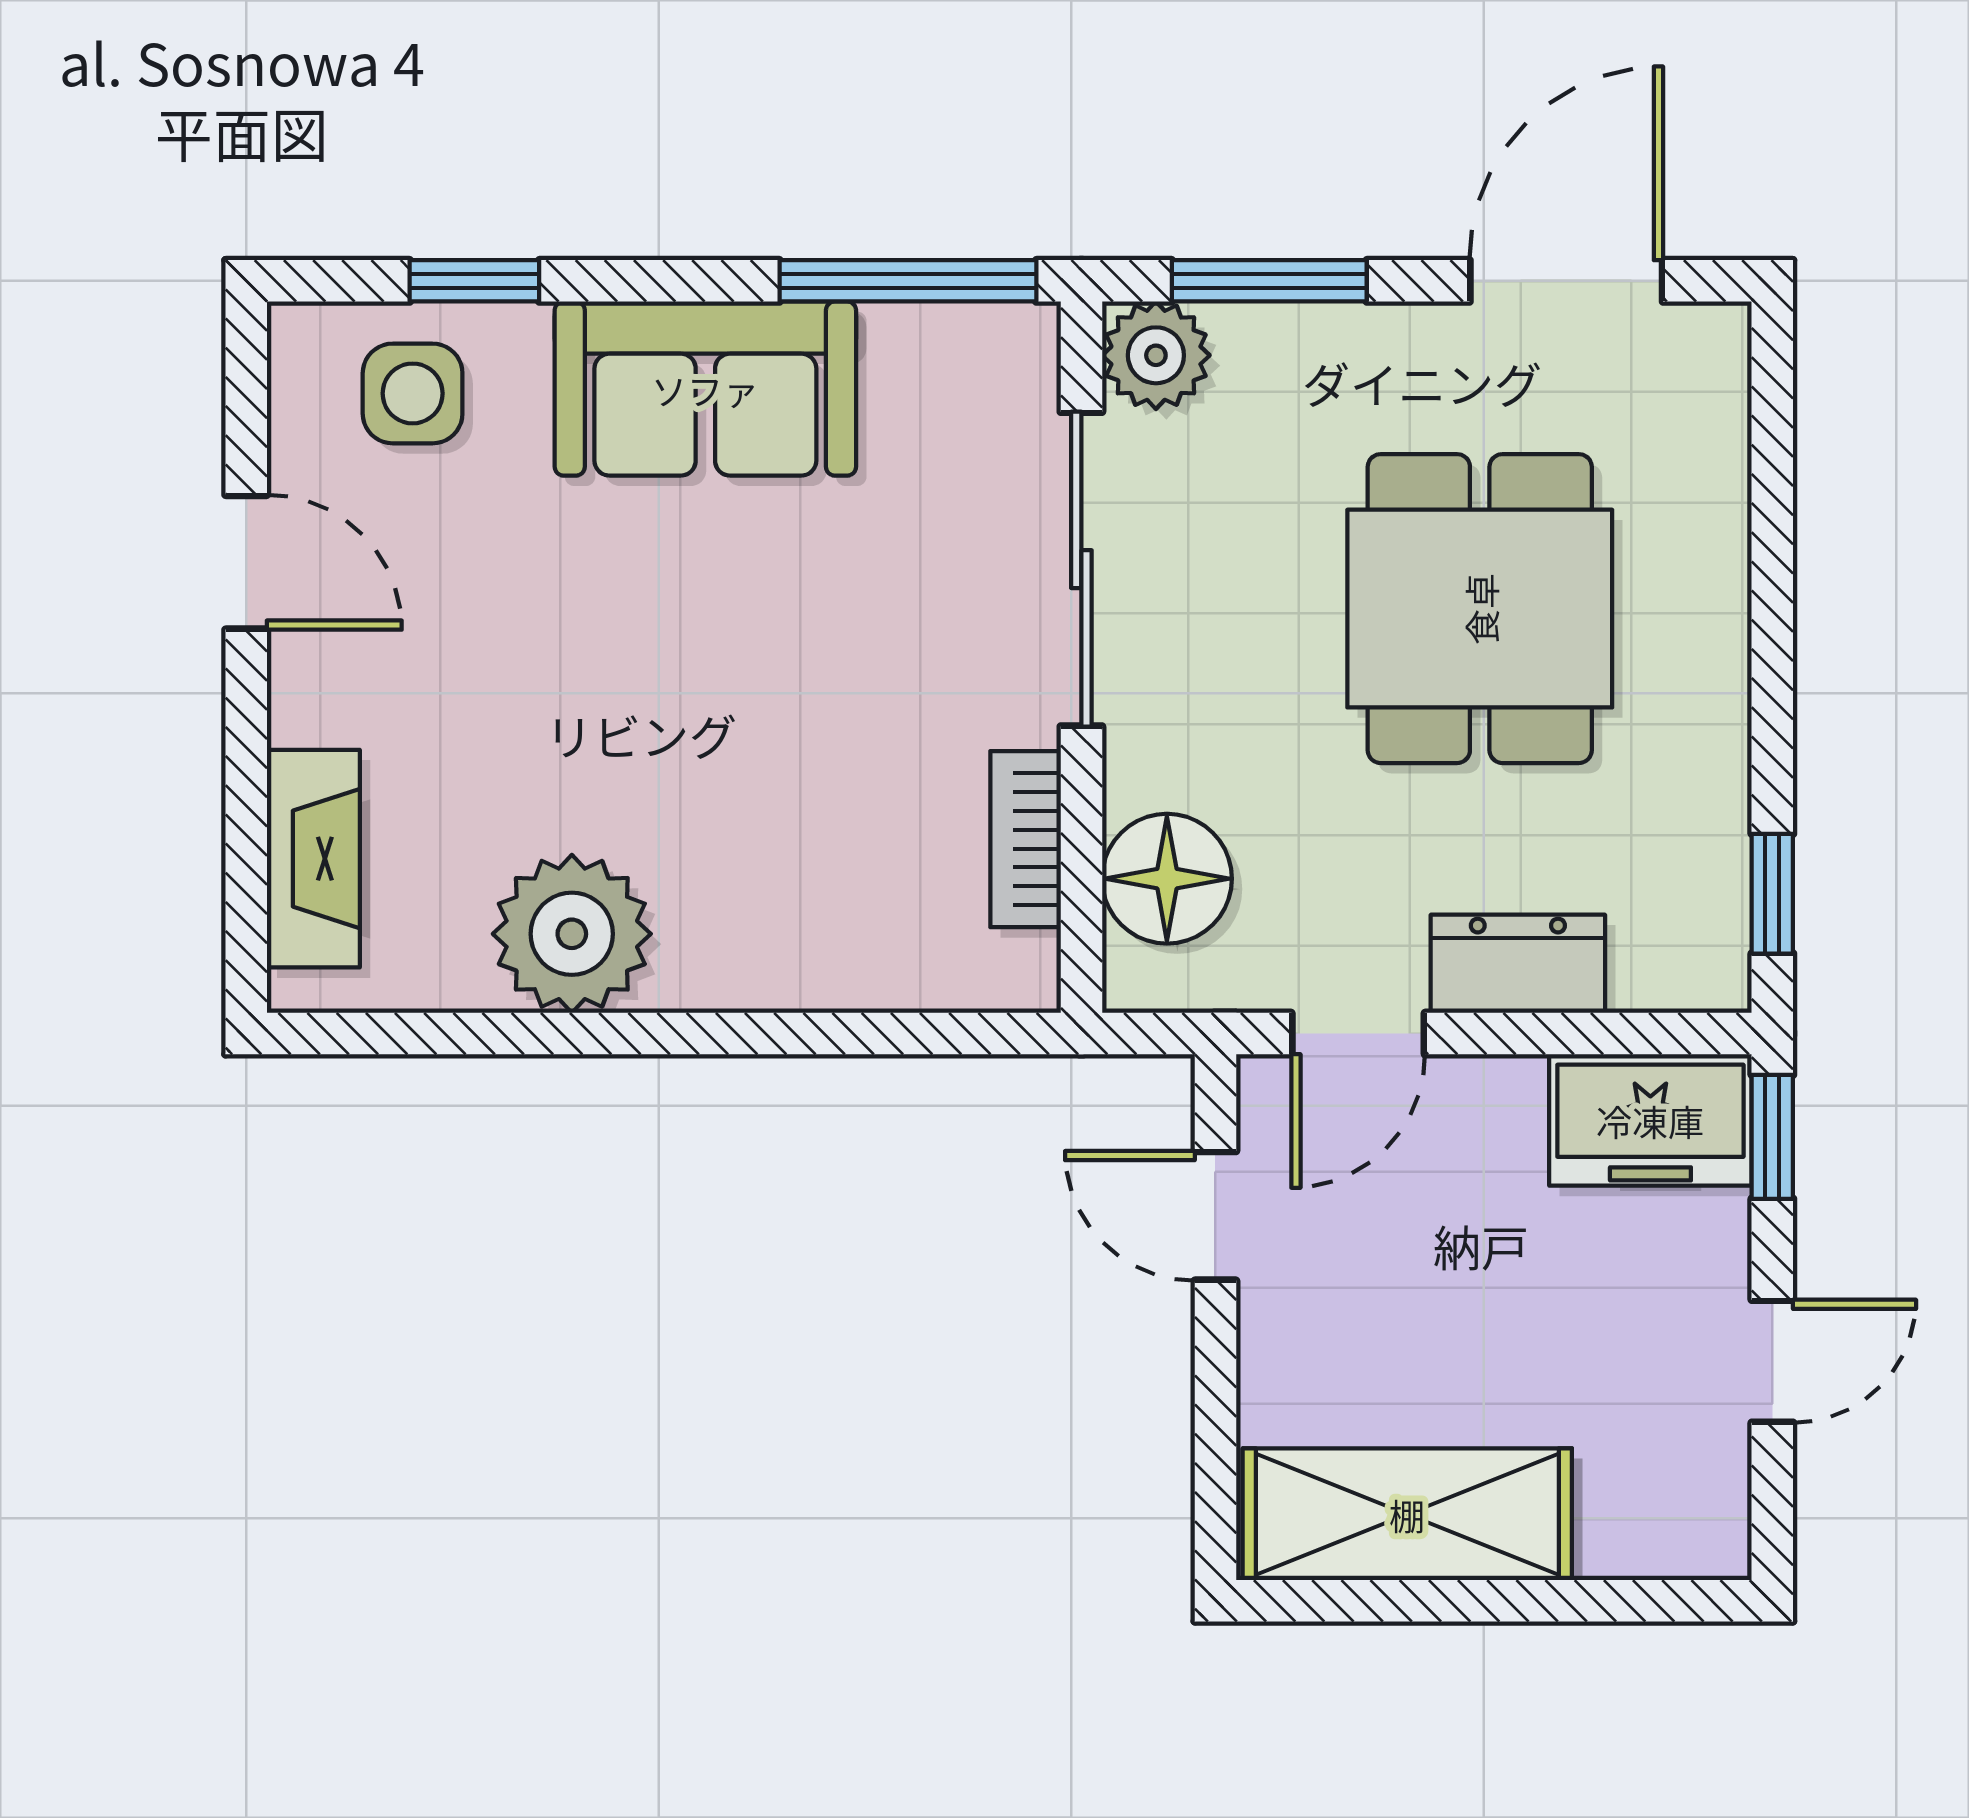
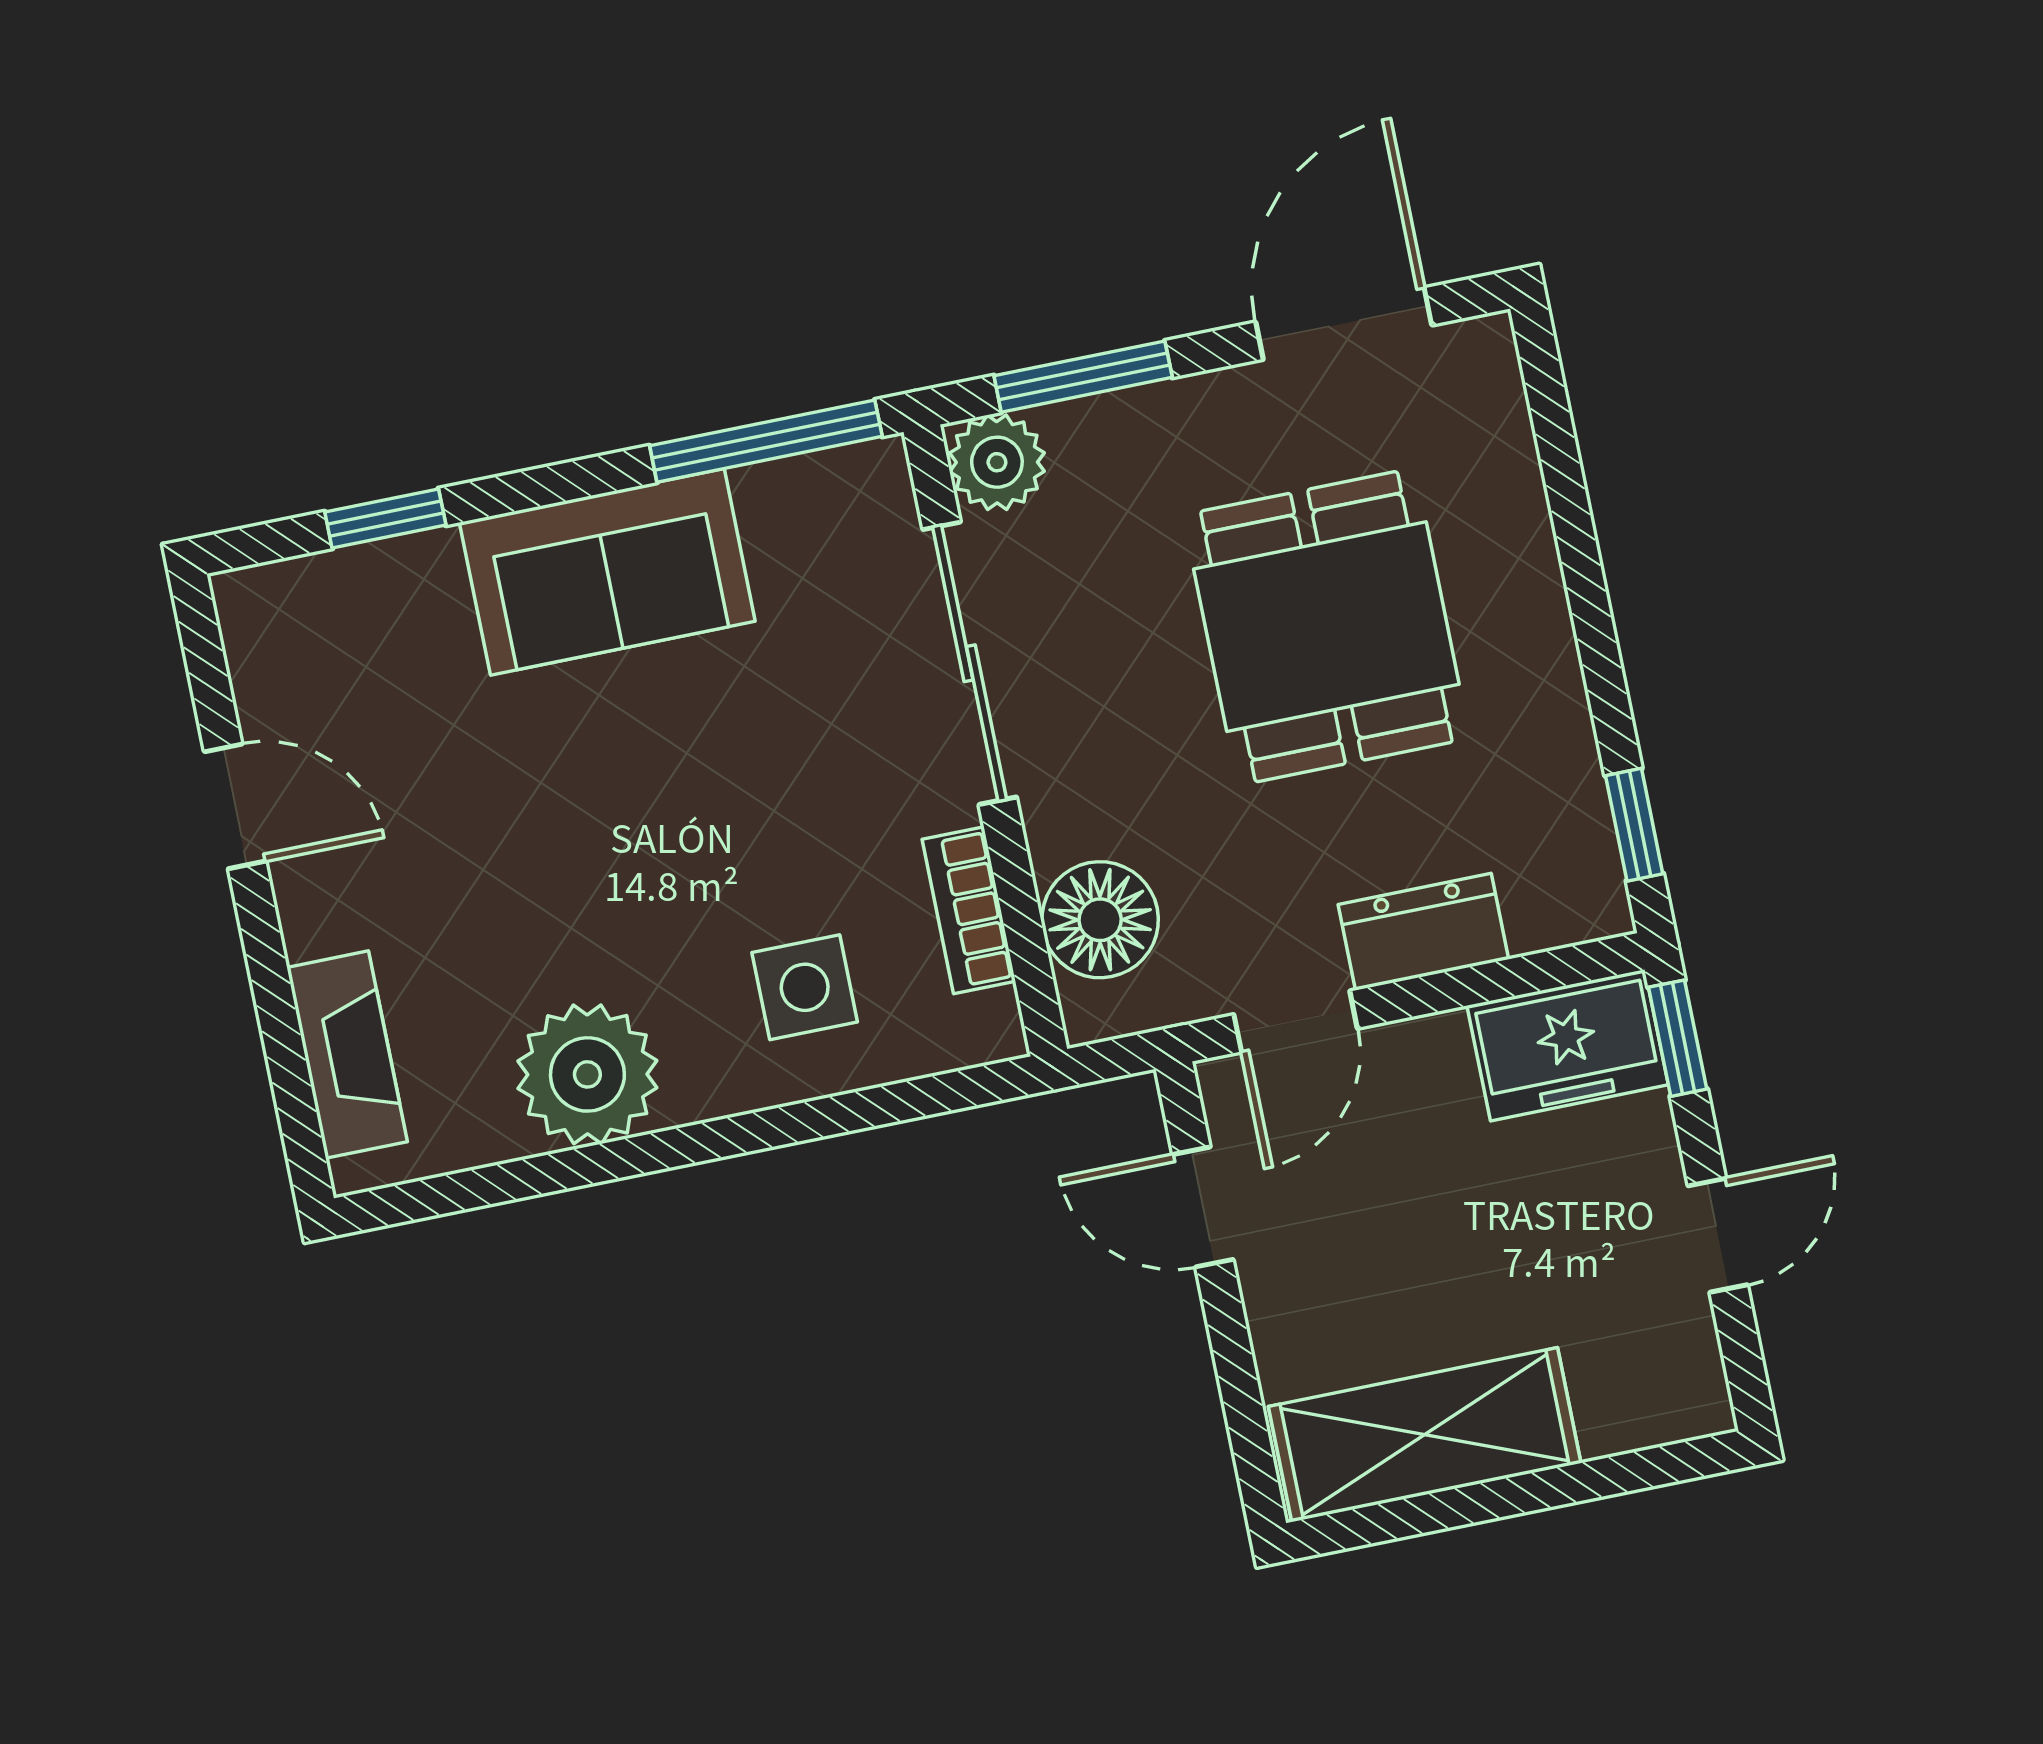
side table: (413, 393) -> (805, 987), moved

